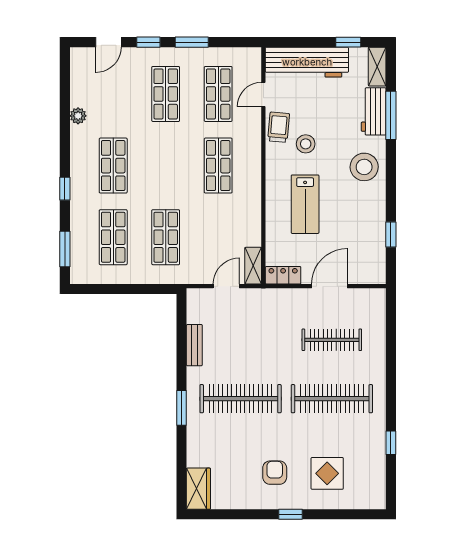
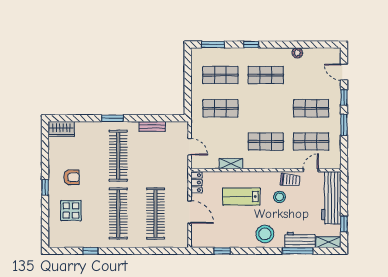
door: (263, 95) -> (311, 170), hinge flipped
shelving: (253, 266) -> (231, 164), moved
clothes rail: (332, 340) -> (156, 213), width x1.37, depth x1.31

